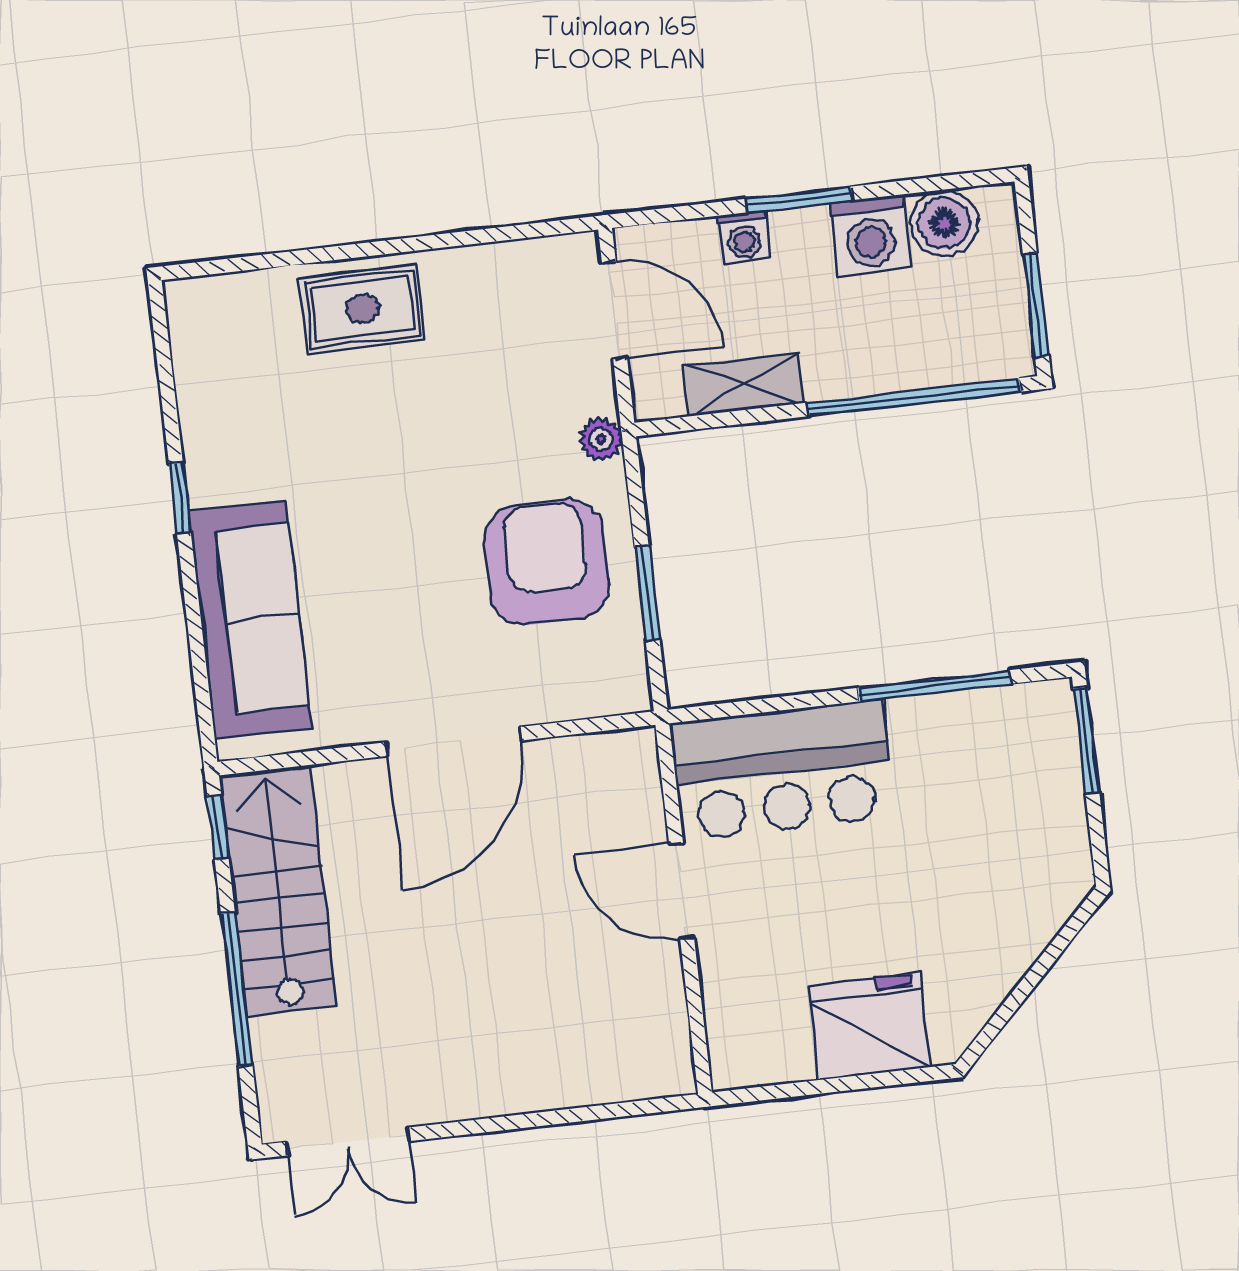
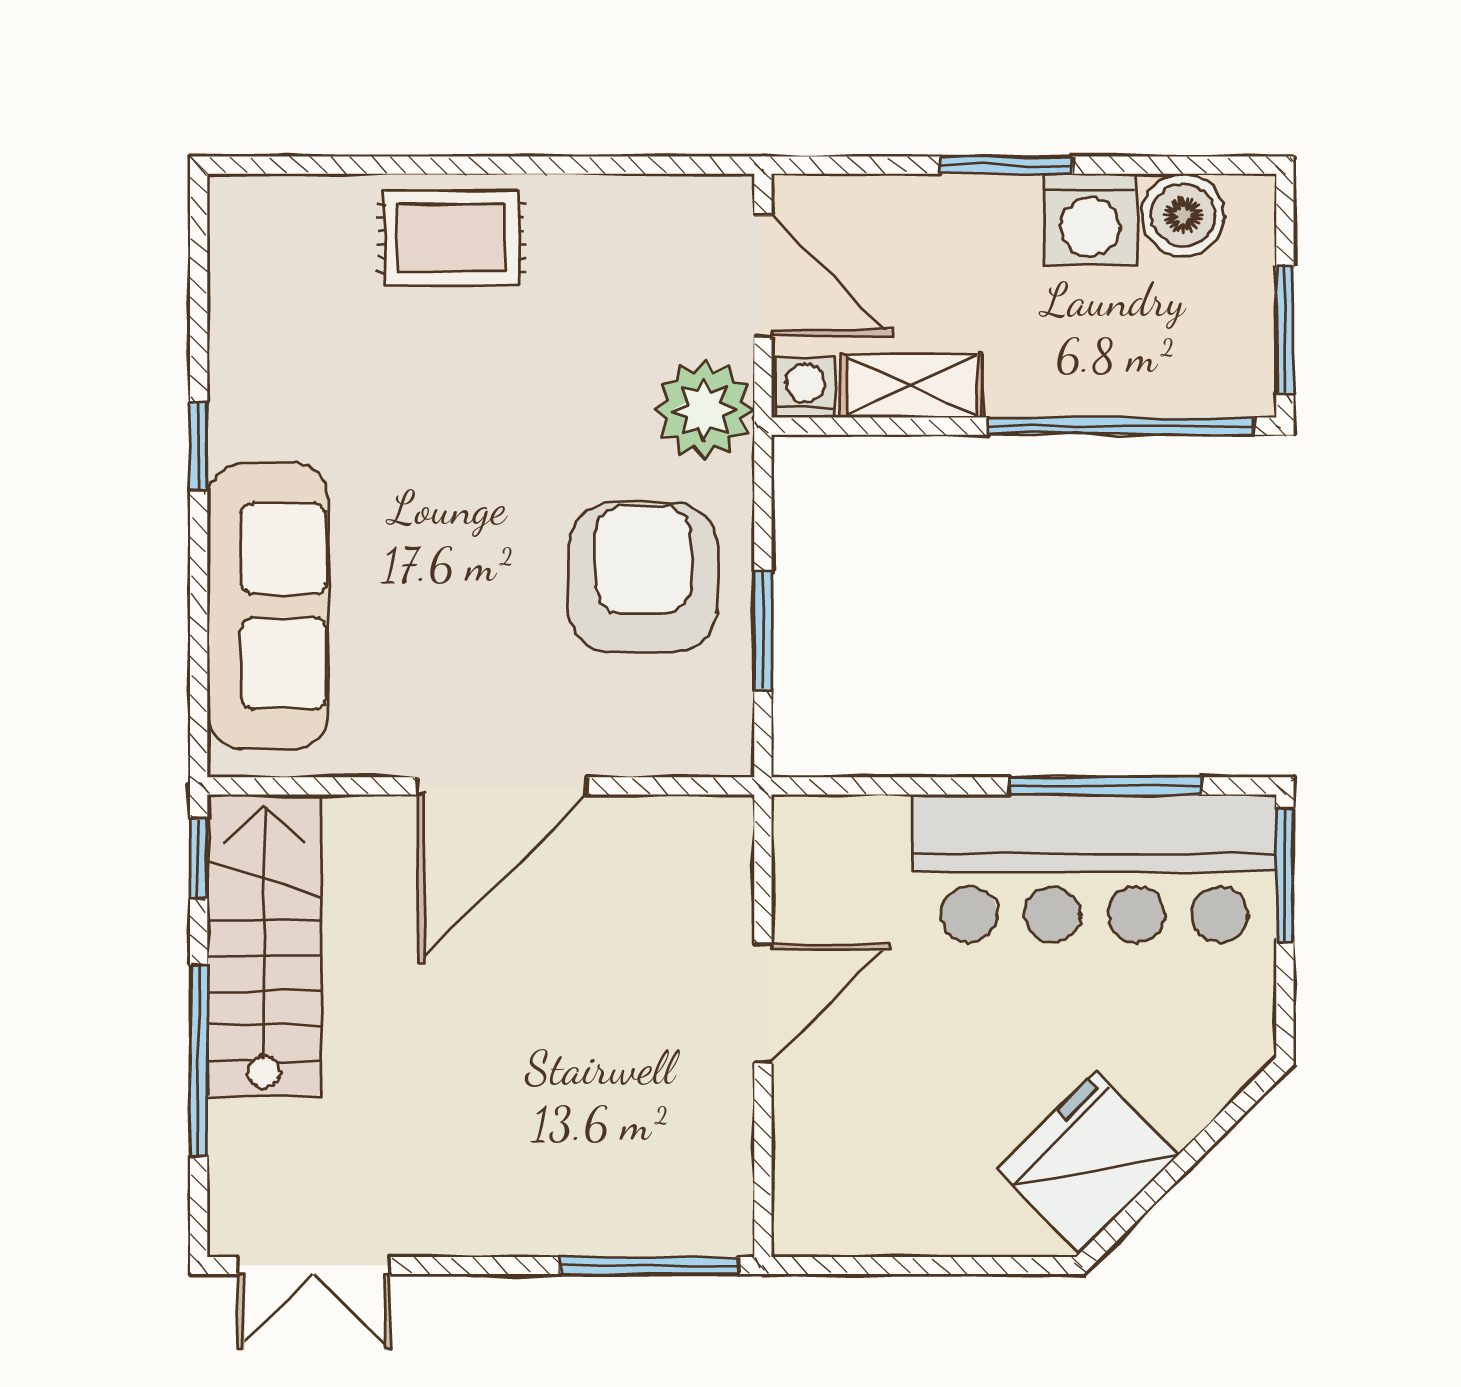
washing machine: (744, 237) -> (805, 388), moved, turned 180
plant: (601, 439) -> (704, 410), width x1.88, depth x1.88
bar counter: (782, 770) -> (1094, 868), moved, width x1.36
door: (682, 891) -> (763, 1004), swing flipped
fridge: (870, 1026) -> (1088, 1162), moved, turned -45
window: (615, 1111) -> (649, 1265), added

